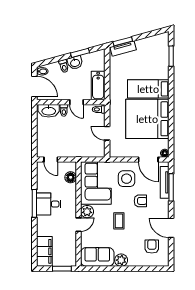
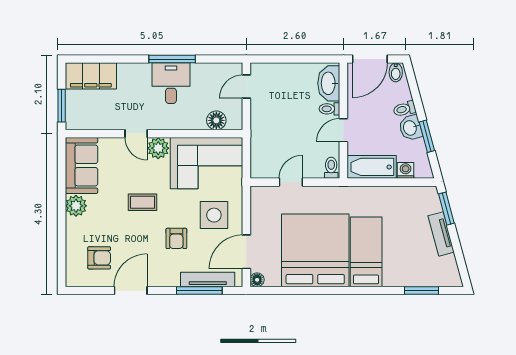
tv unit: (123, 48) -> (441, 234), moved
washing machine: (100, 65) -> (406, 170), added

